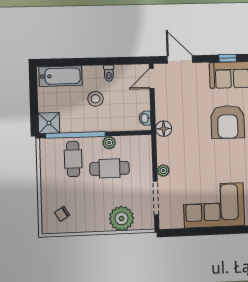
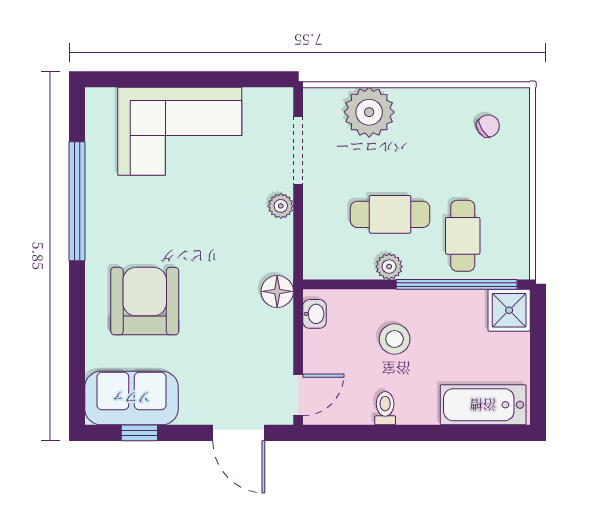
stool: (95, 99) -> (395, 339), moved

